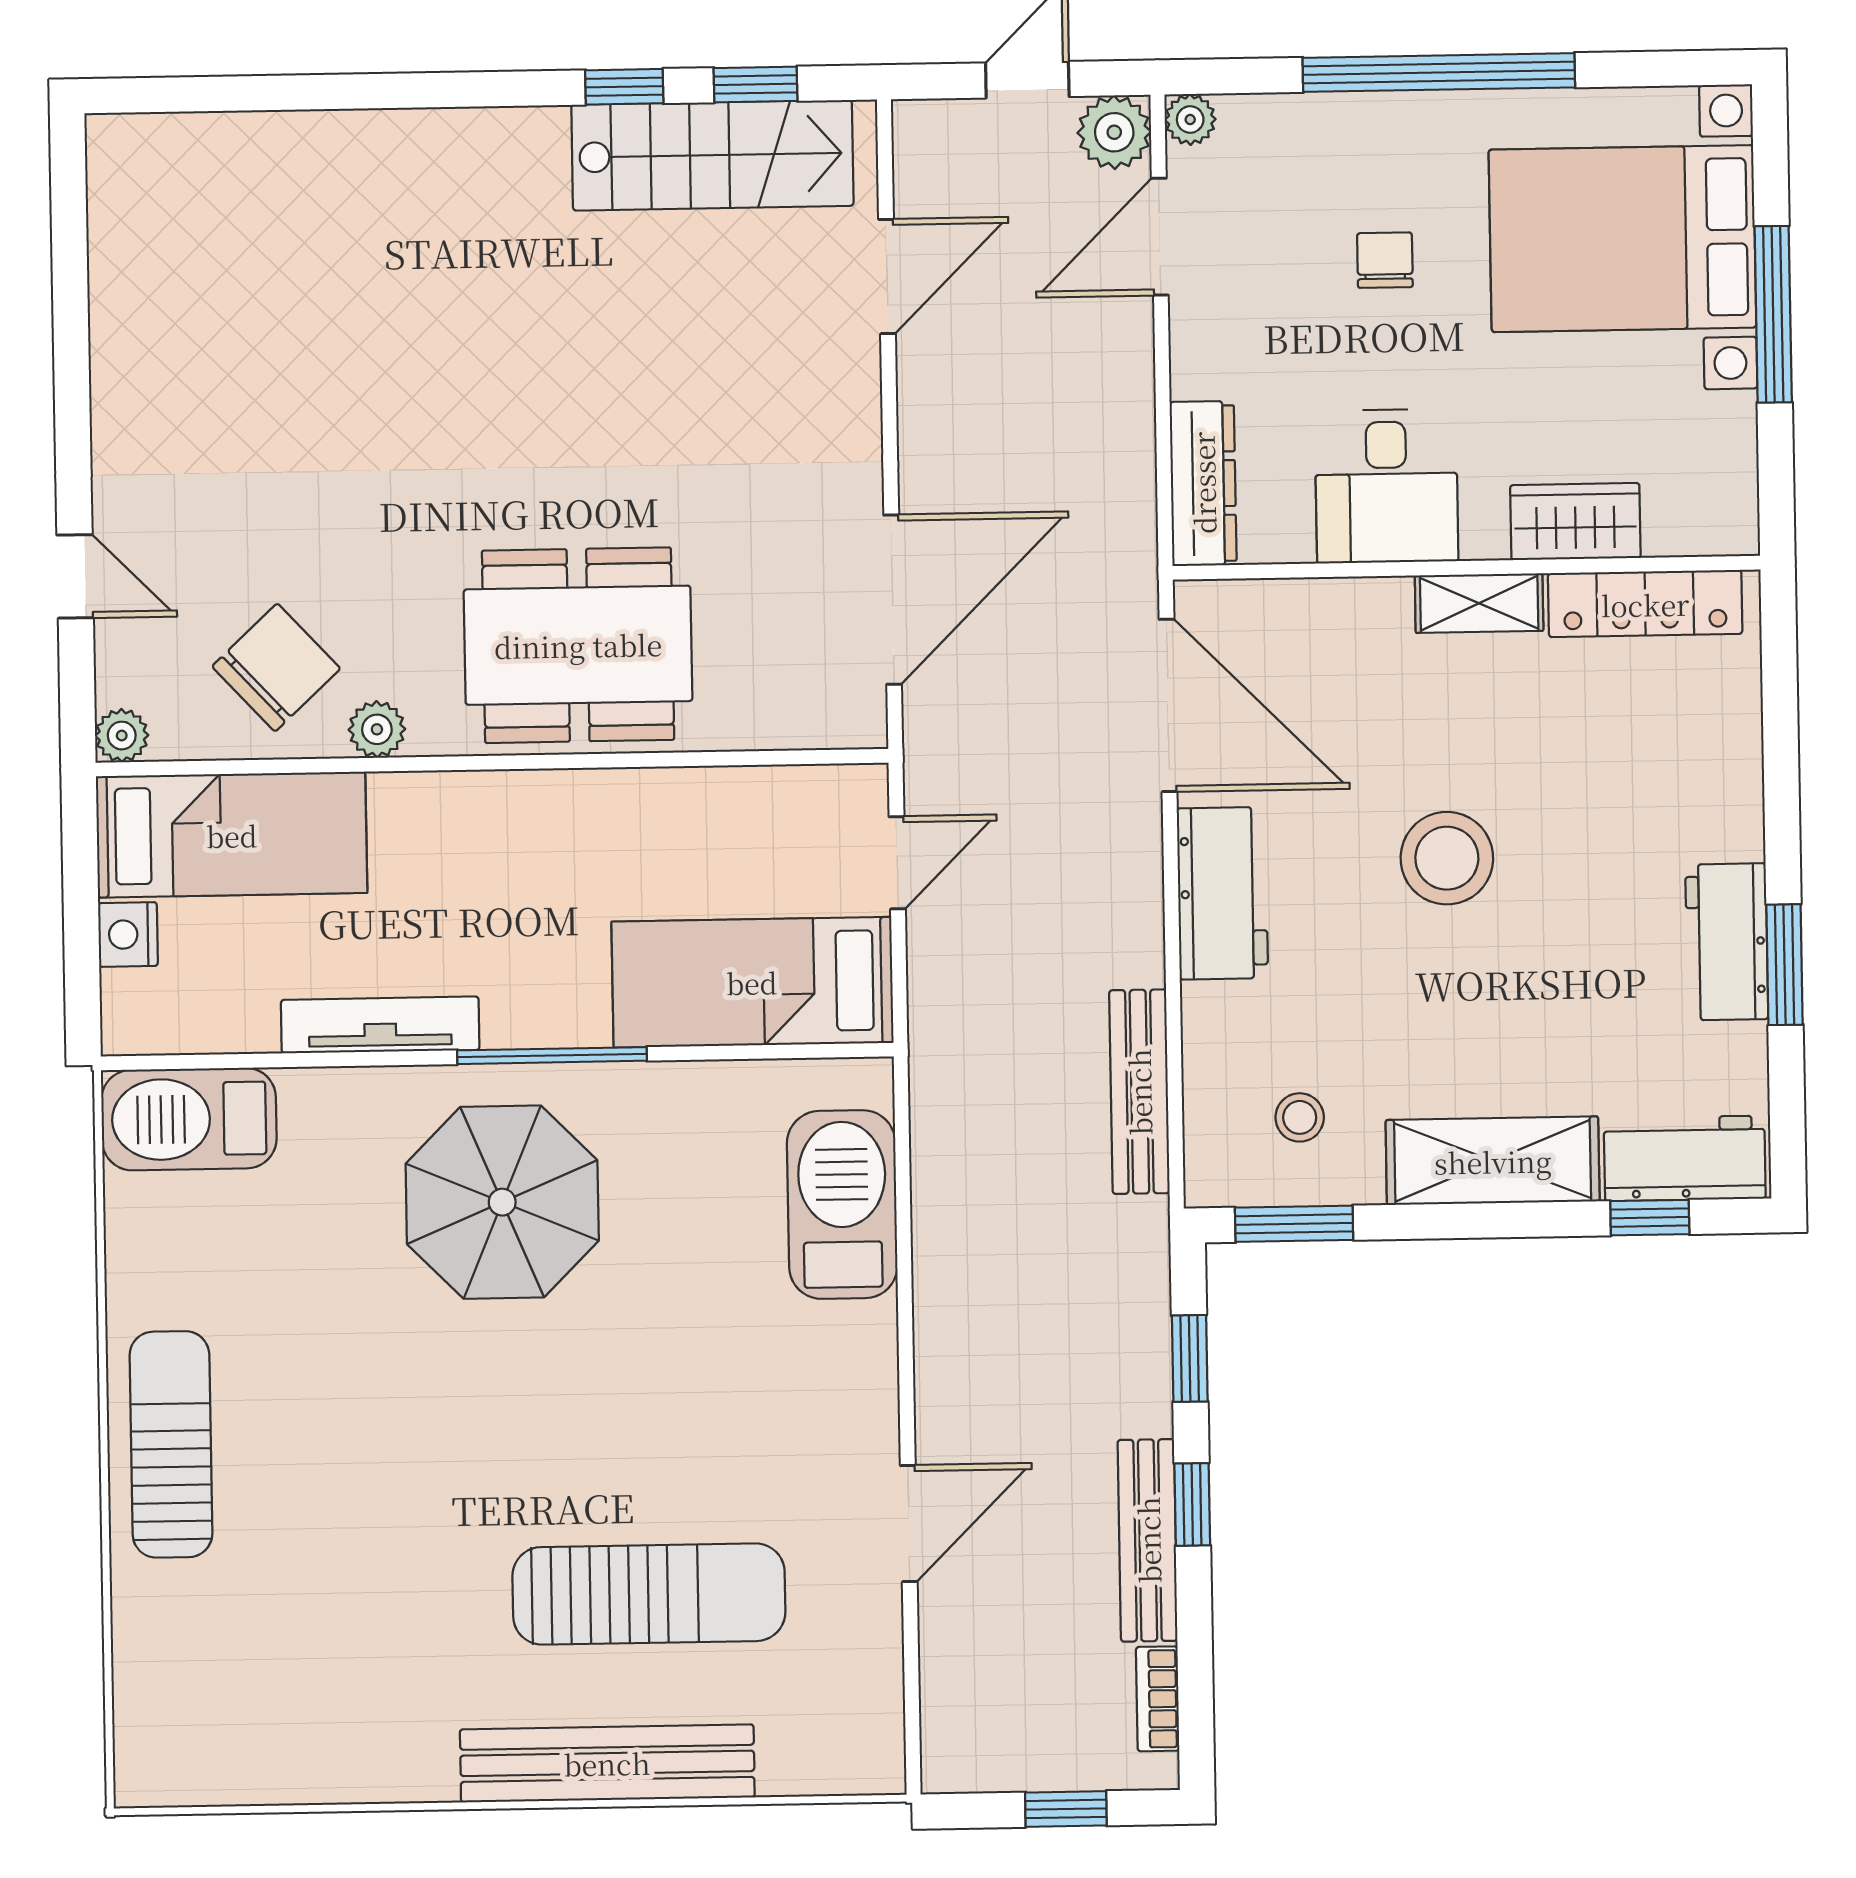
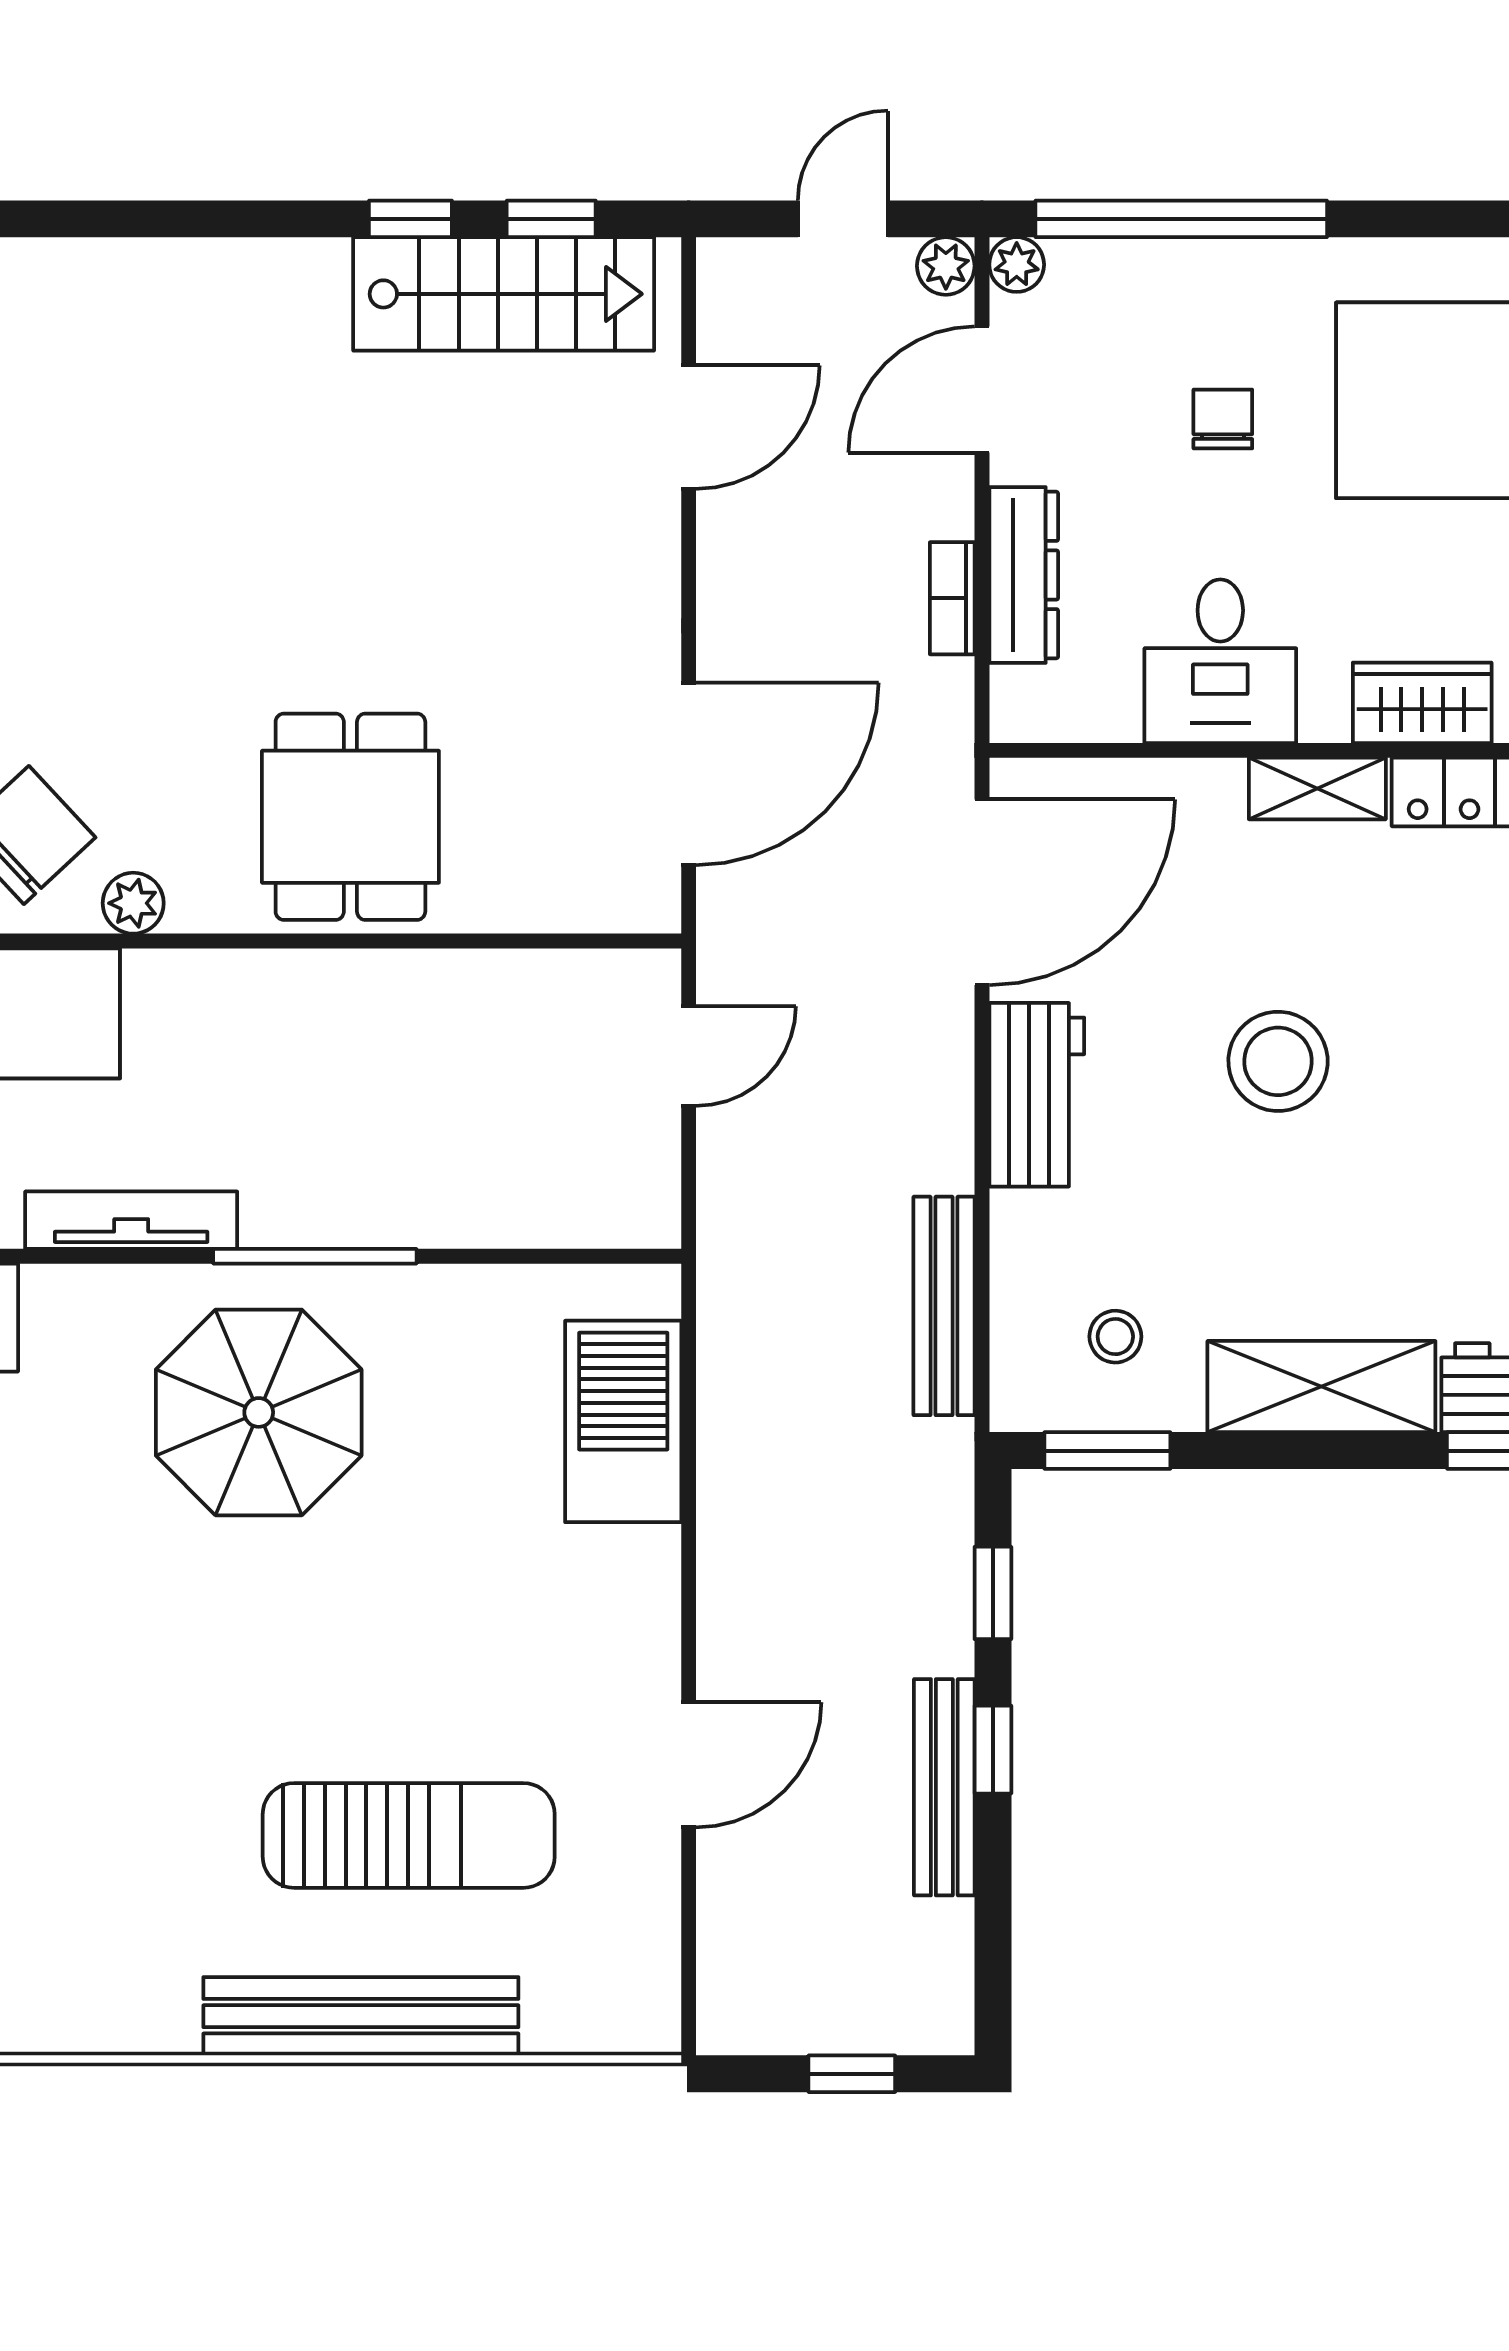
window: (1439, 73) -> (1181, 219), moved
plant: (1114, 132) -> (946, 266), width x0.73, depth x0.73
dresser: (1203, 483) -> (1024, 575), moved
dining table: (578, 645) -> (350, 817), width x0.73
door: (1168, 705) -> (982, 892), hinge flipped
bed: (752, 982) -> (531, 1181), removed
bookcase: (1158, 1699) -> (952, 598), moved

